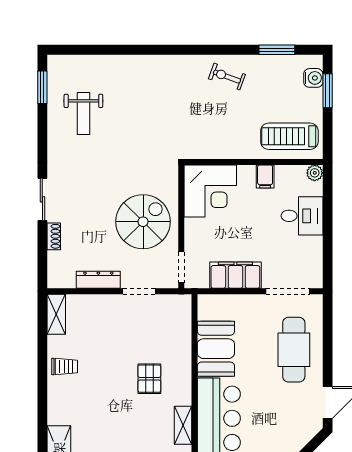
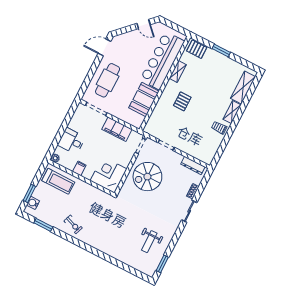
weight bench: (83, 114) -> (149, 242), turned 180
dresser: (98, 280) -> (193, 165), moved
shelving: (56, 314) -> (232, 112), moved

